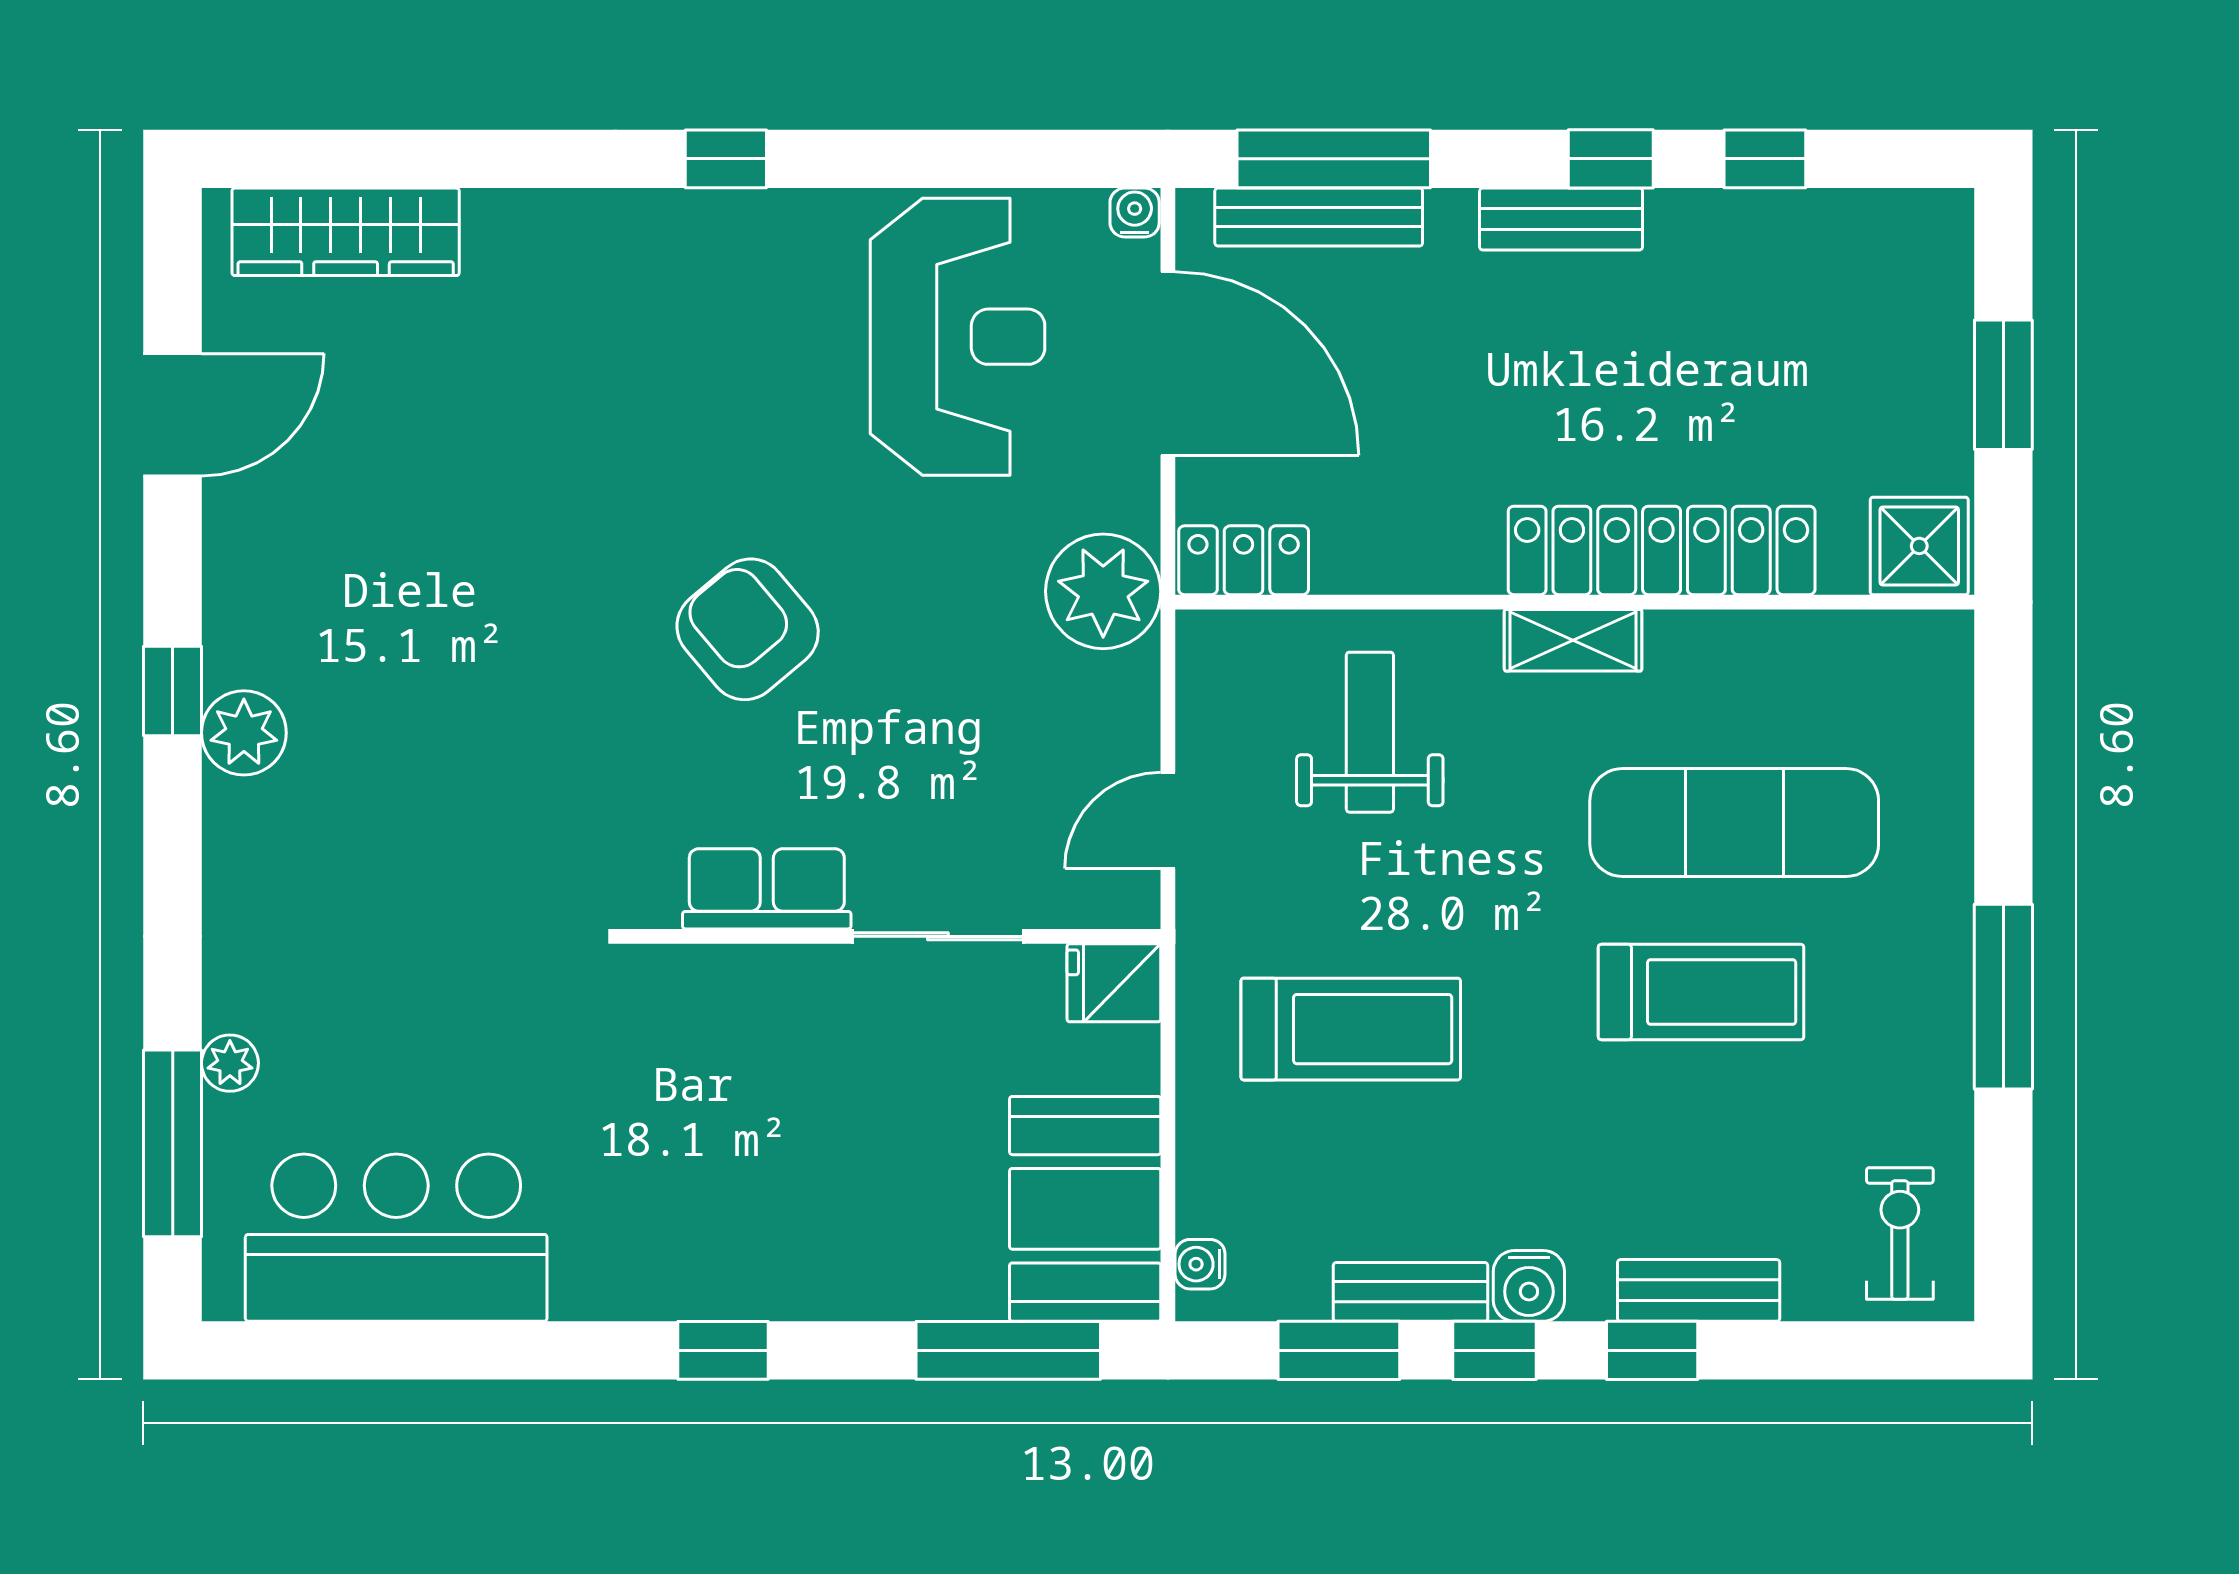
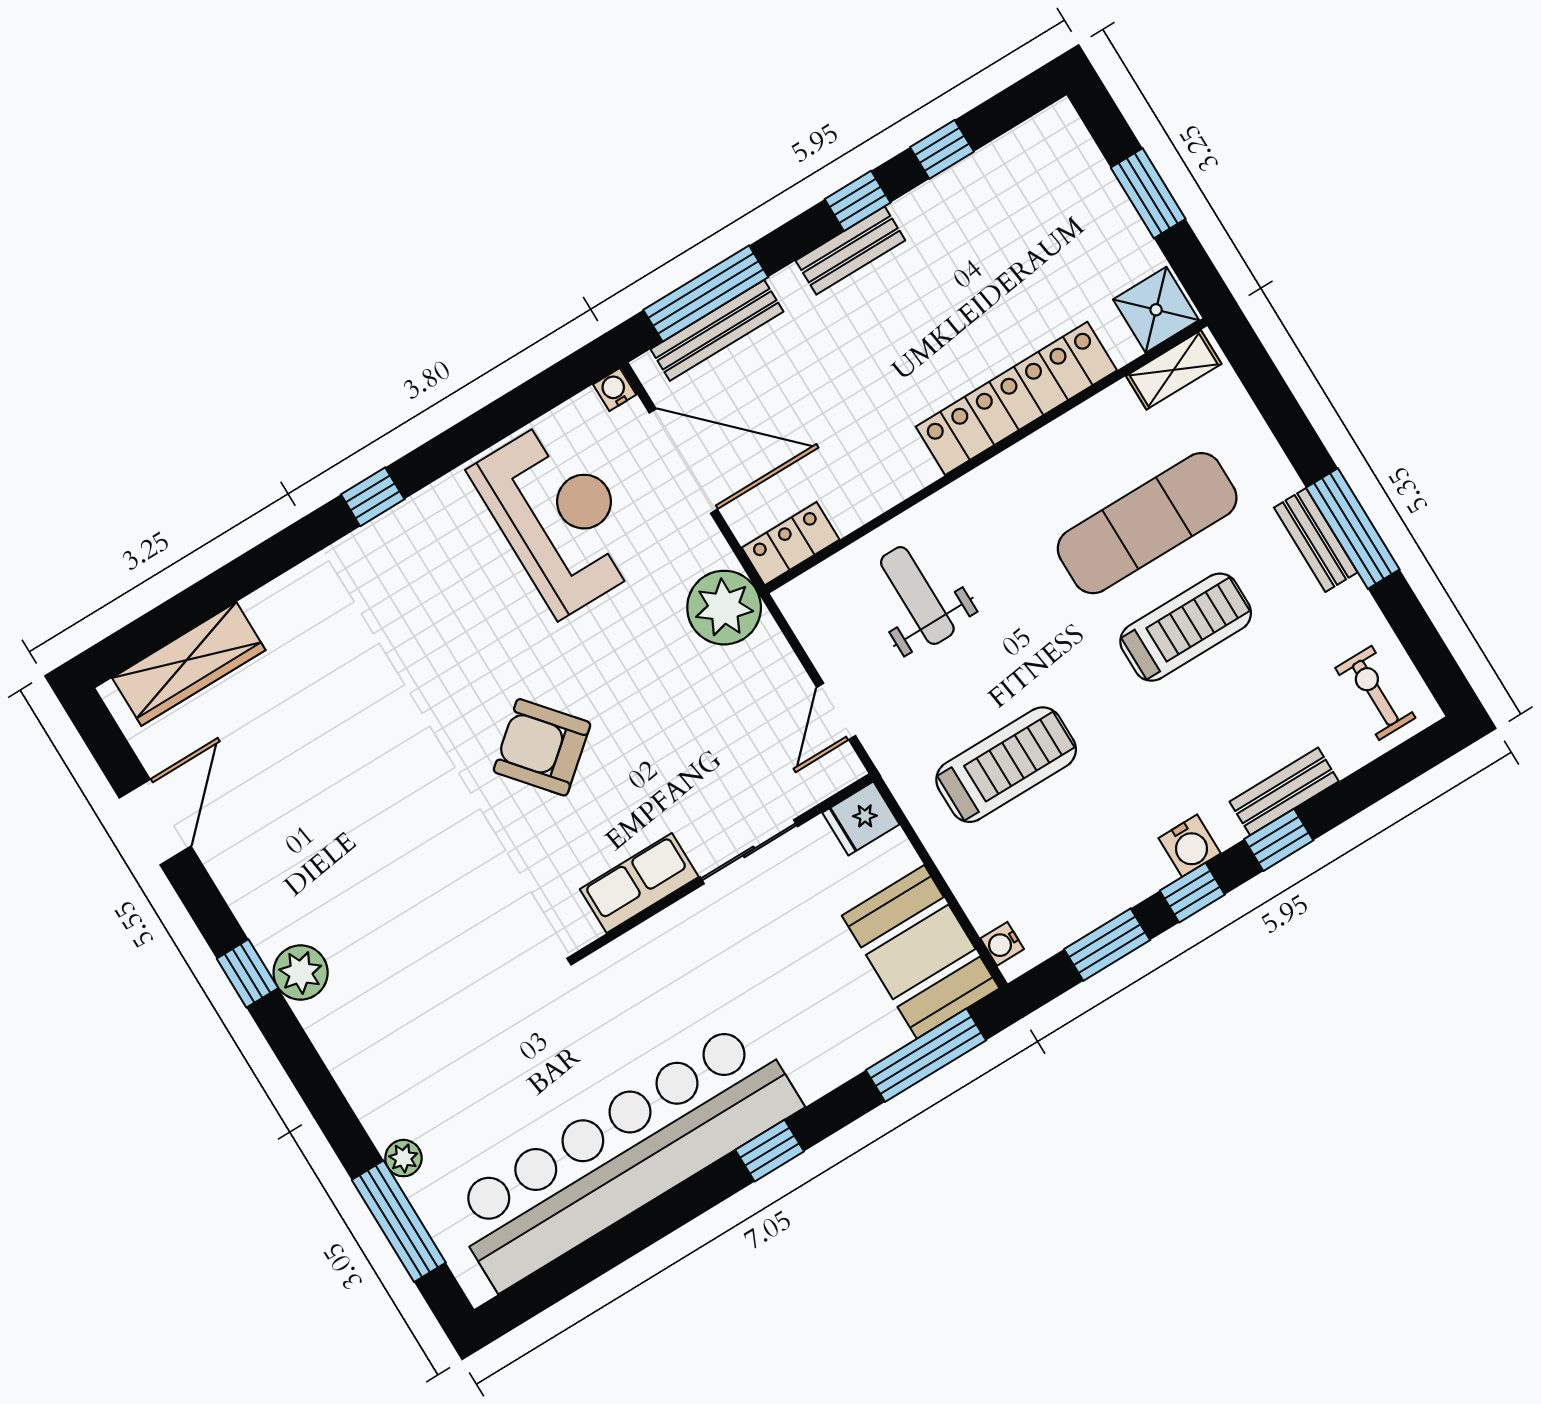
shelving: (1573, 640) -> (1174, 370), moved
bar counter: (396, 1238) -> (624, 1155), width x1.86
bench: (1411, 1292) -> (1316, 540), moved, turned 90

